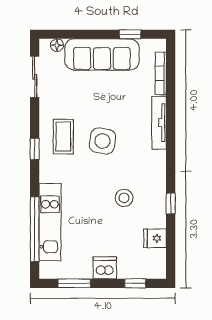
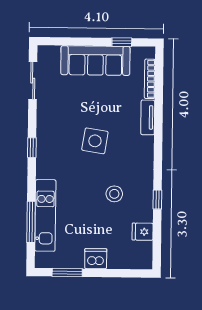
floor lamp: (57, 45) -> (54, 51), removed
tv unit: (159, 123) -> (148, 117), width x0.71
coffee table: (63, 137) -> (59, 136), removed
window: (35, 229) -> (31, 222), width x0.68
window: (135, 283) -> (124, 273), removed

